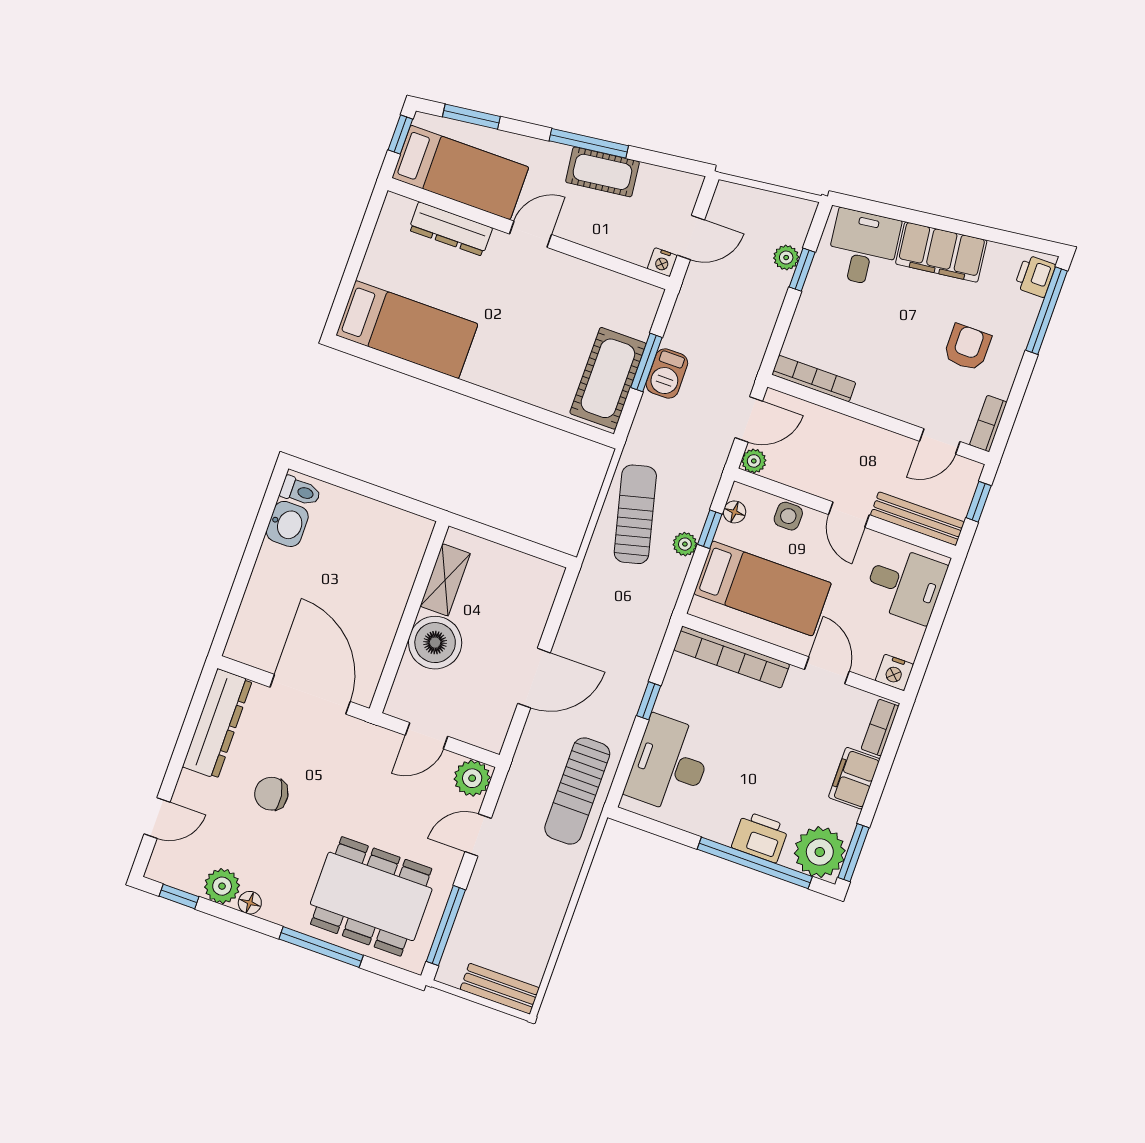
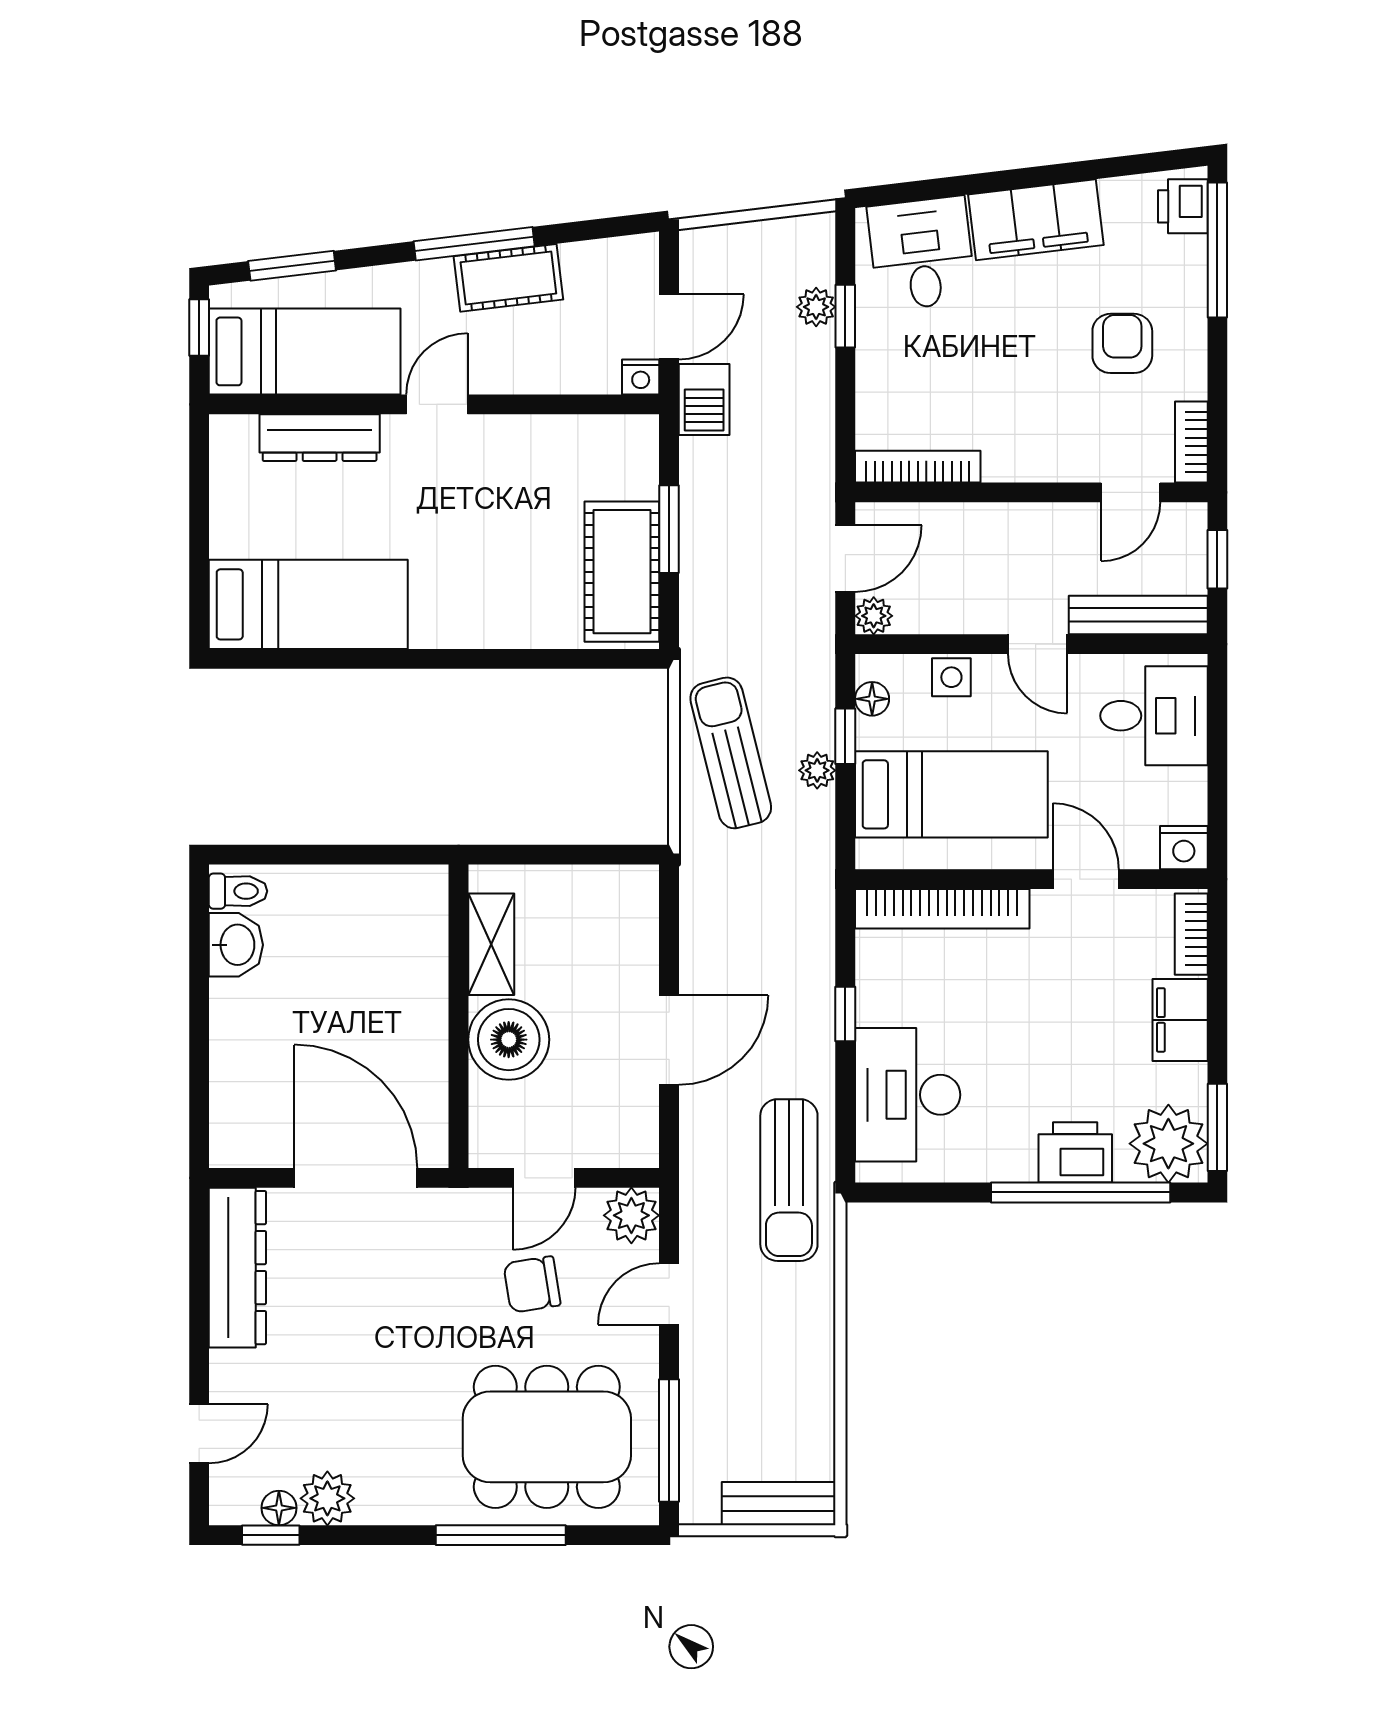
barbecue: (667, 374) -> (704, 399), moved
chair: (271, 794) -> (532, 1284), moved
floor lamp: (250, 903) -> (279, 1508), moved

